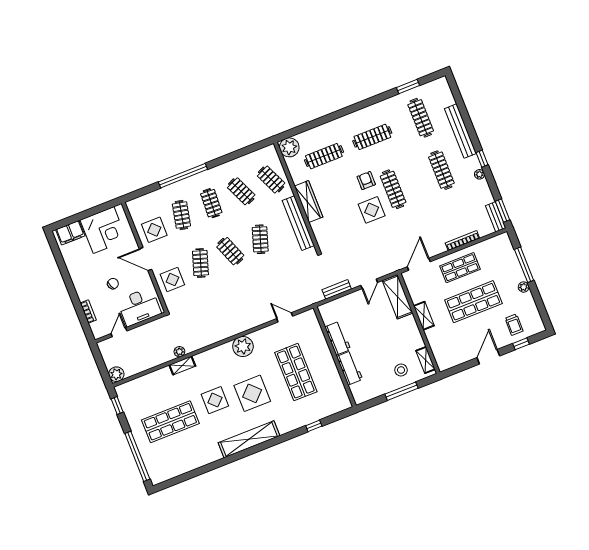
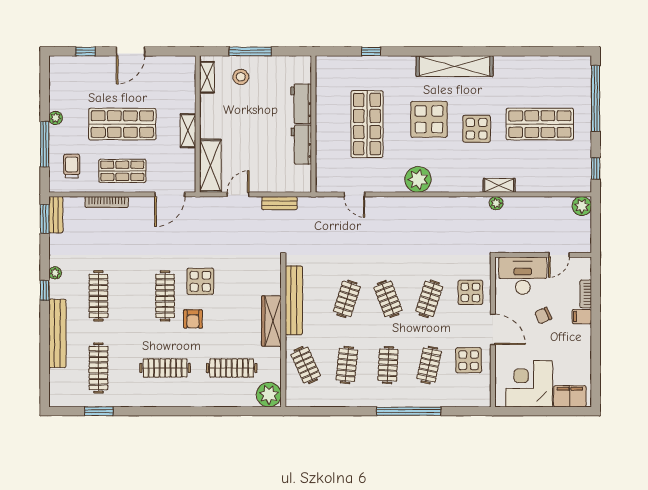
clothes rail: (241, 191) -> (347, 365), turned 30
filing cabinet: (85, 294) -> (582, 317), added
trolley: (514, 325) -> (72, 166), moved

